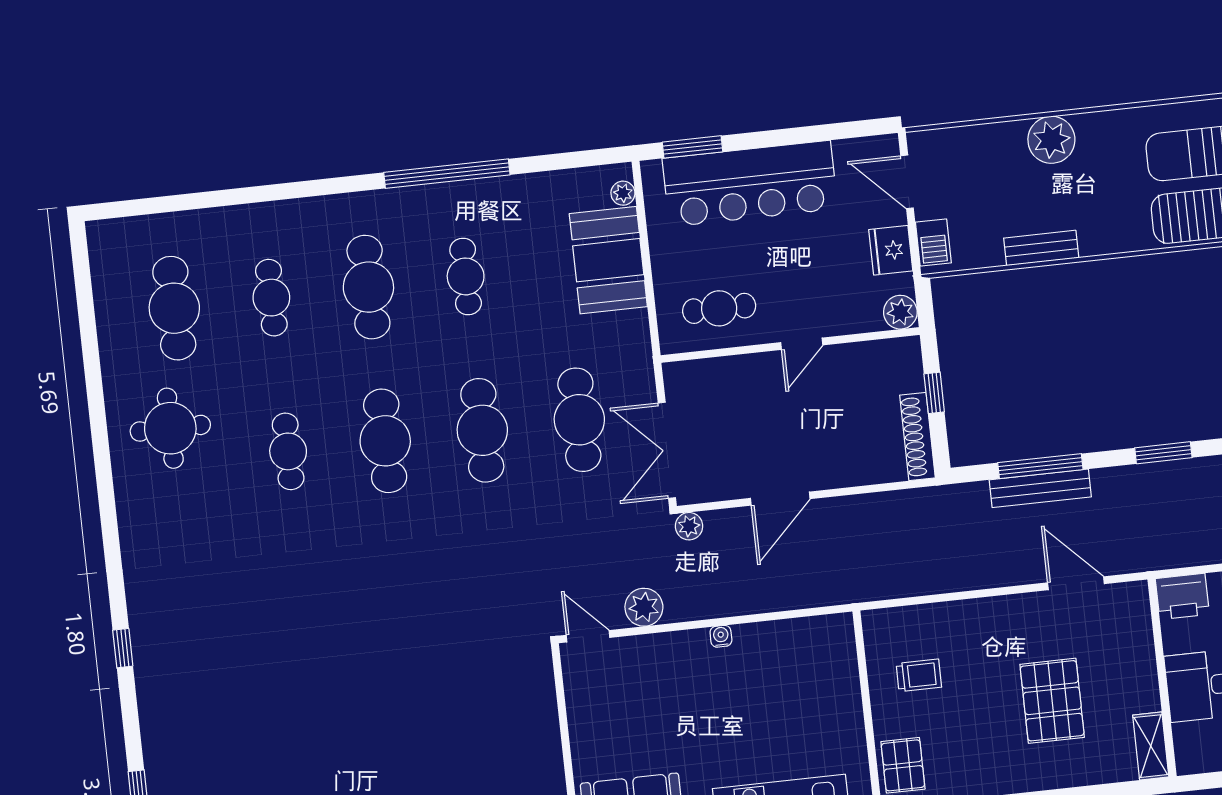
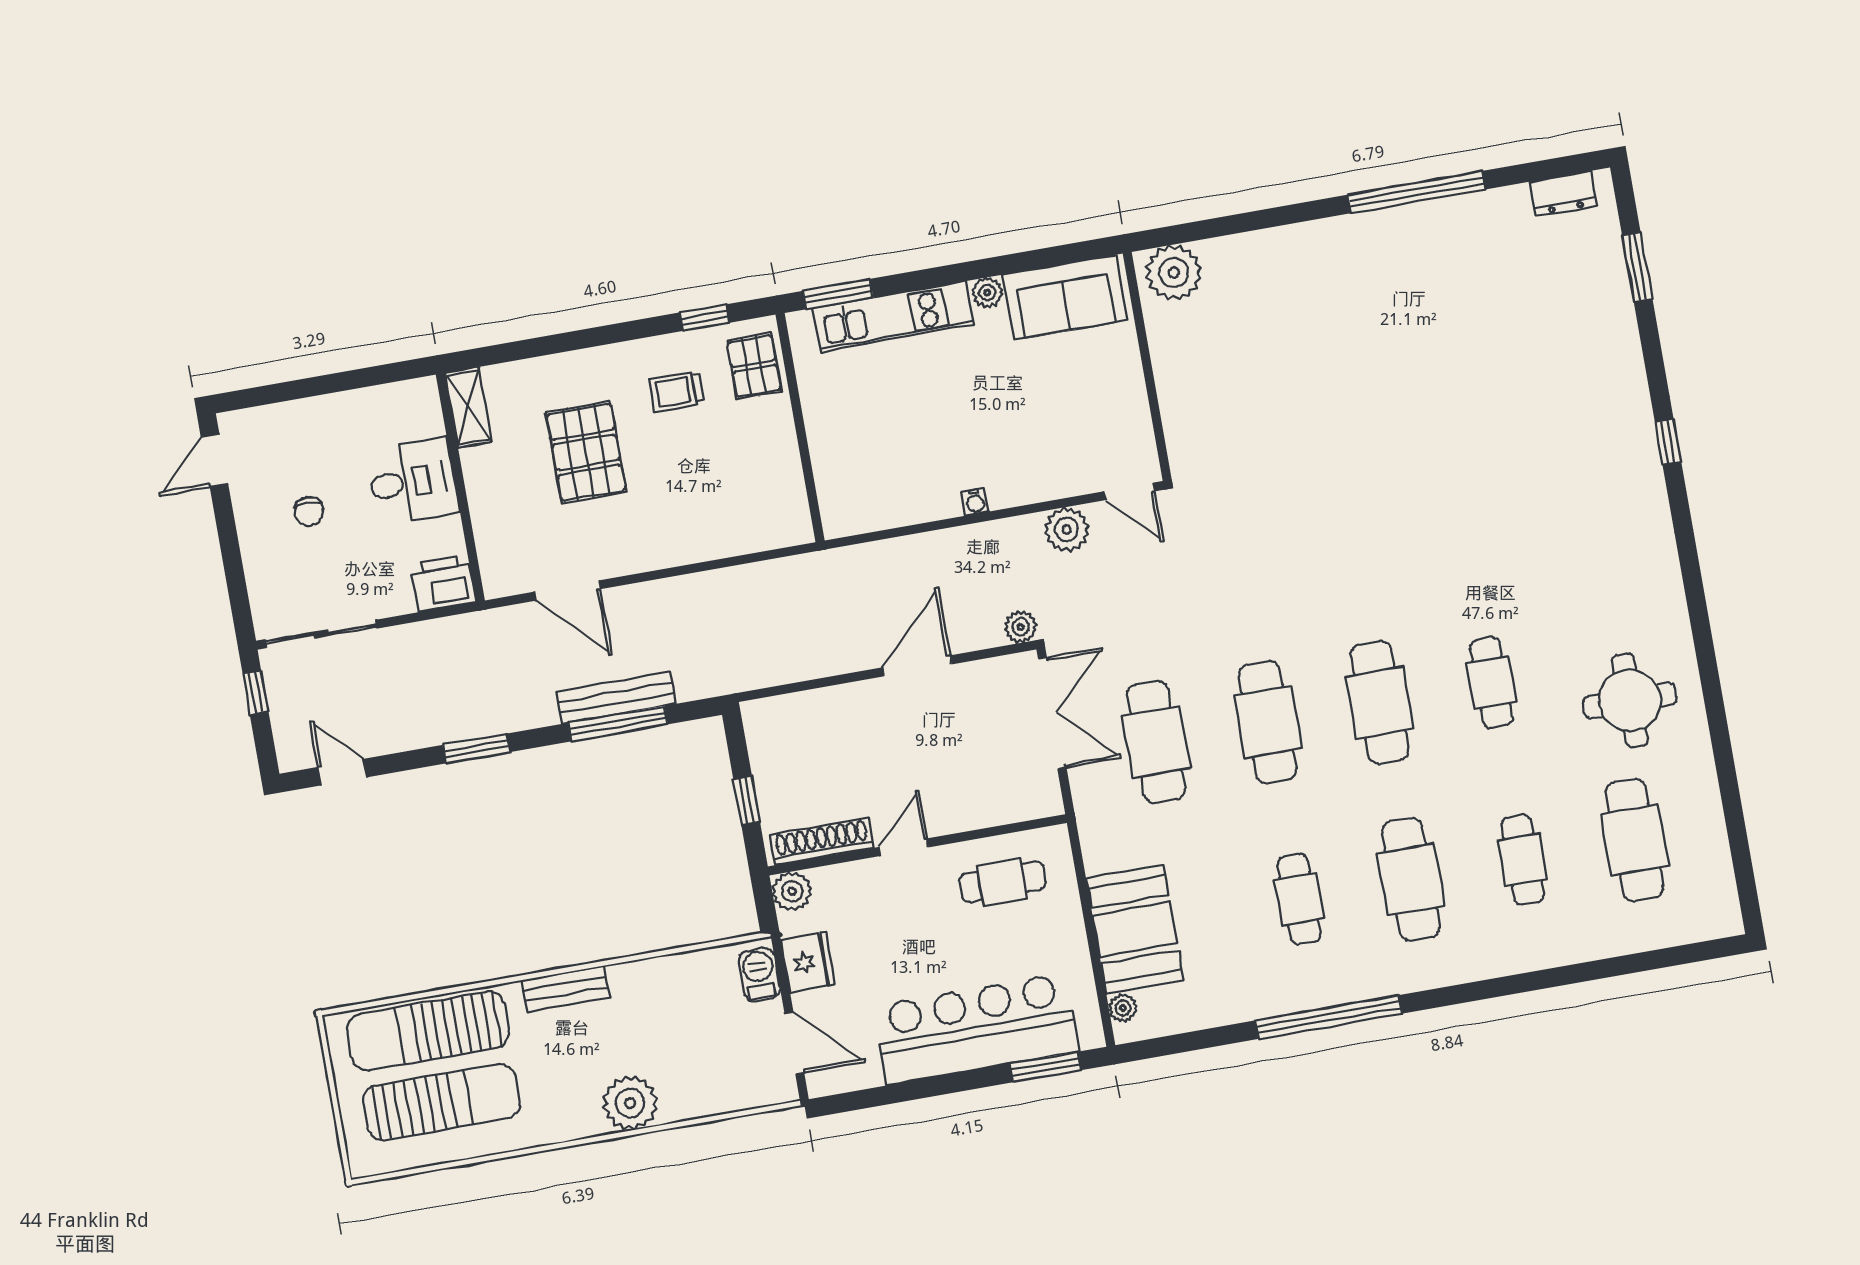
bench: (1041, 248) -> (565, 989), moved
shoe rack: (917, 437) -> (822, 841), moved, turned -90
trolley: (919, 675) -> (677, 391), moved

